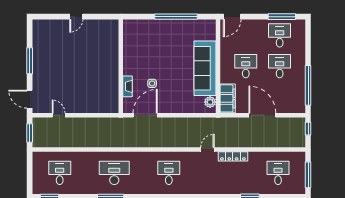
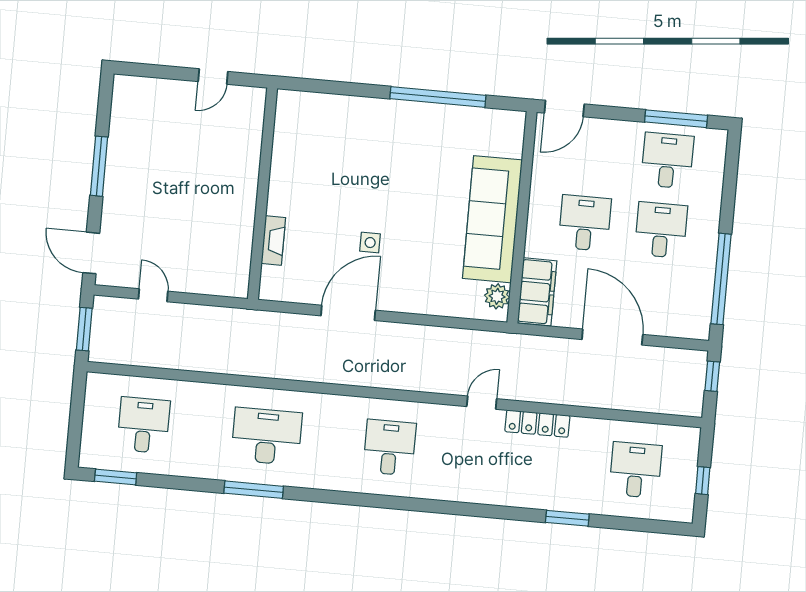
wall: (121, 66) -> (262, 194), moved
fireplace: (128, 86) -> (273, 240), moved
window: (308, 175) -> (703, 481), width x0.46

